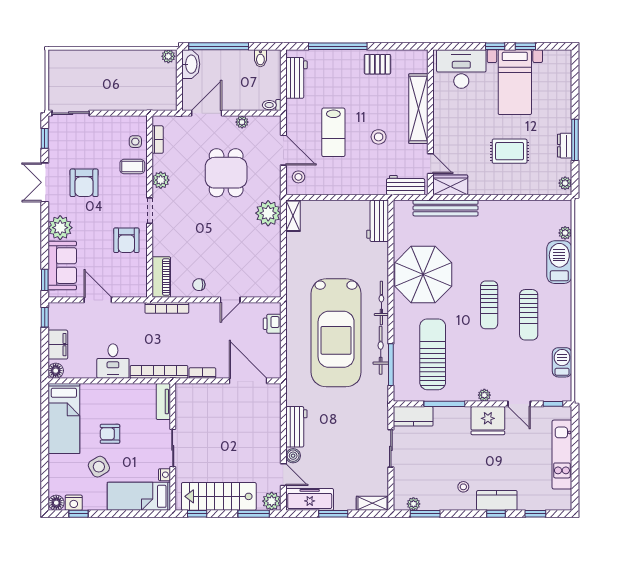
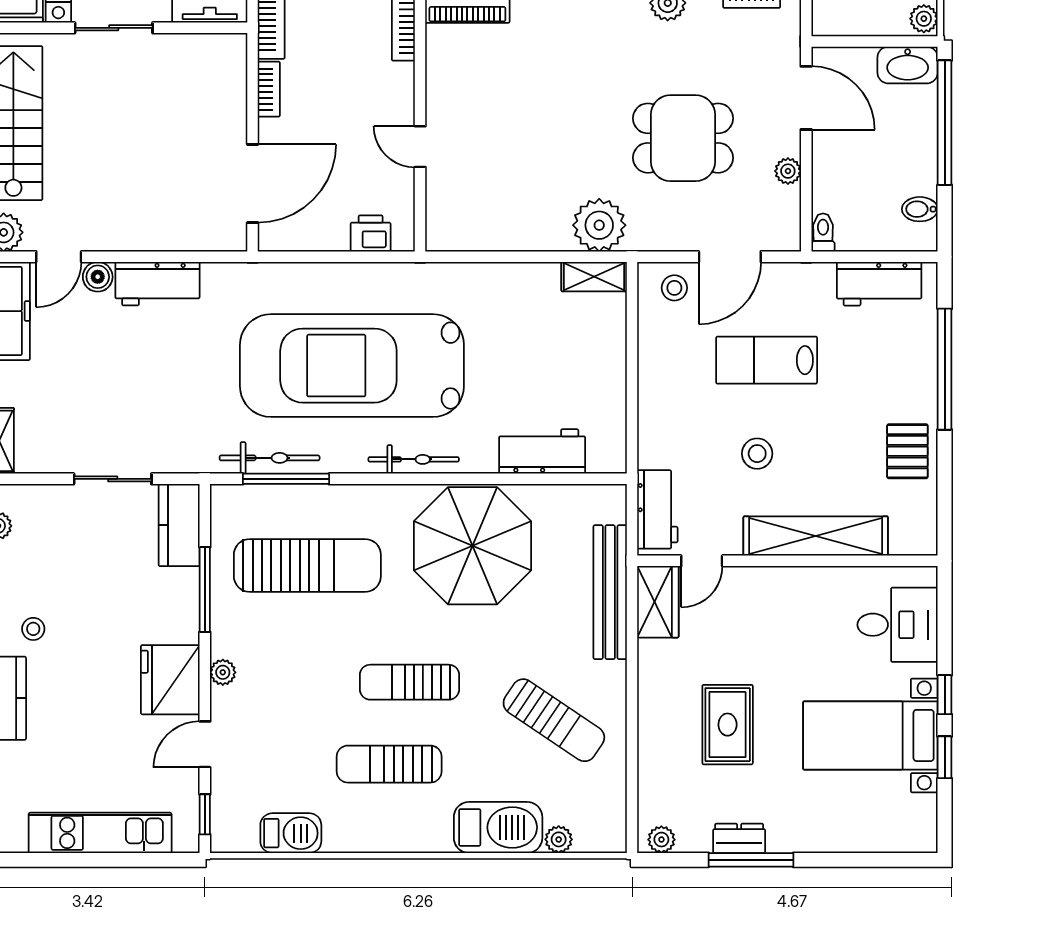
desk: (461, 69) -> (898, 625), width x0.73
workbench: (378, 221) -> (542, 451), moved
sun lounger: (507, 235) -> (554, 720), added
chair: (199, 285) -> (451, 82), removed
bicycle: (381, 350) -> (270, 458), moved

